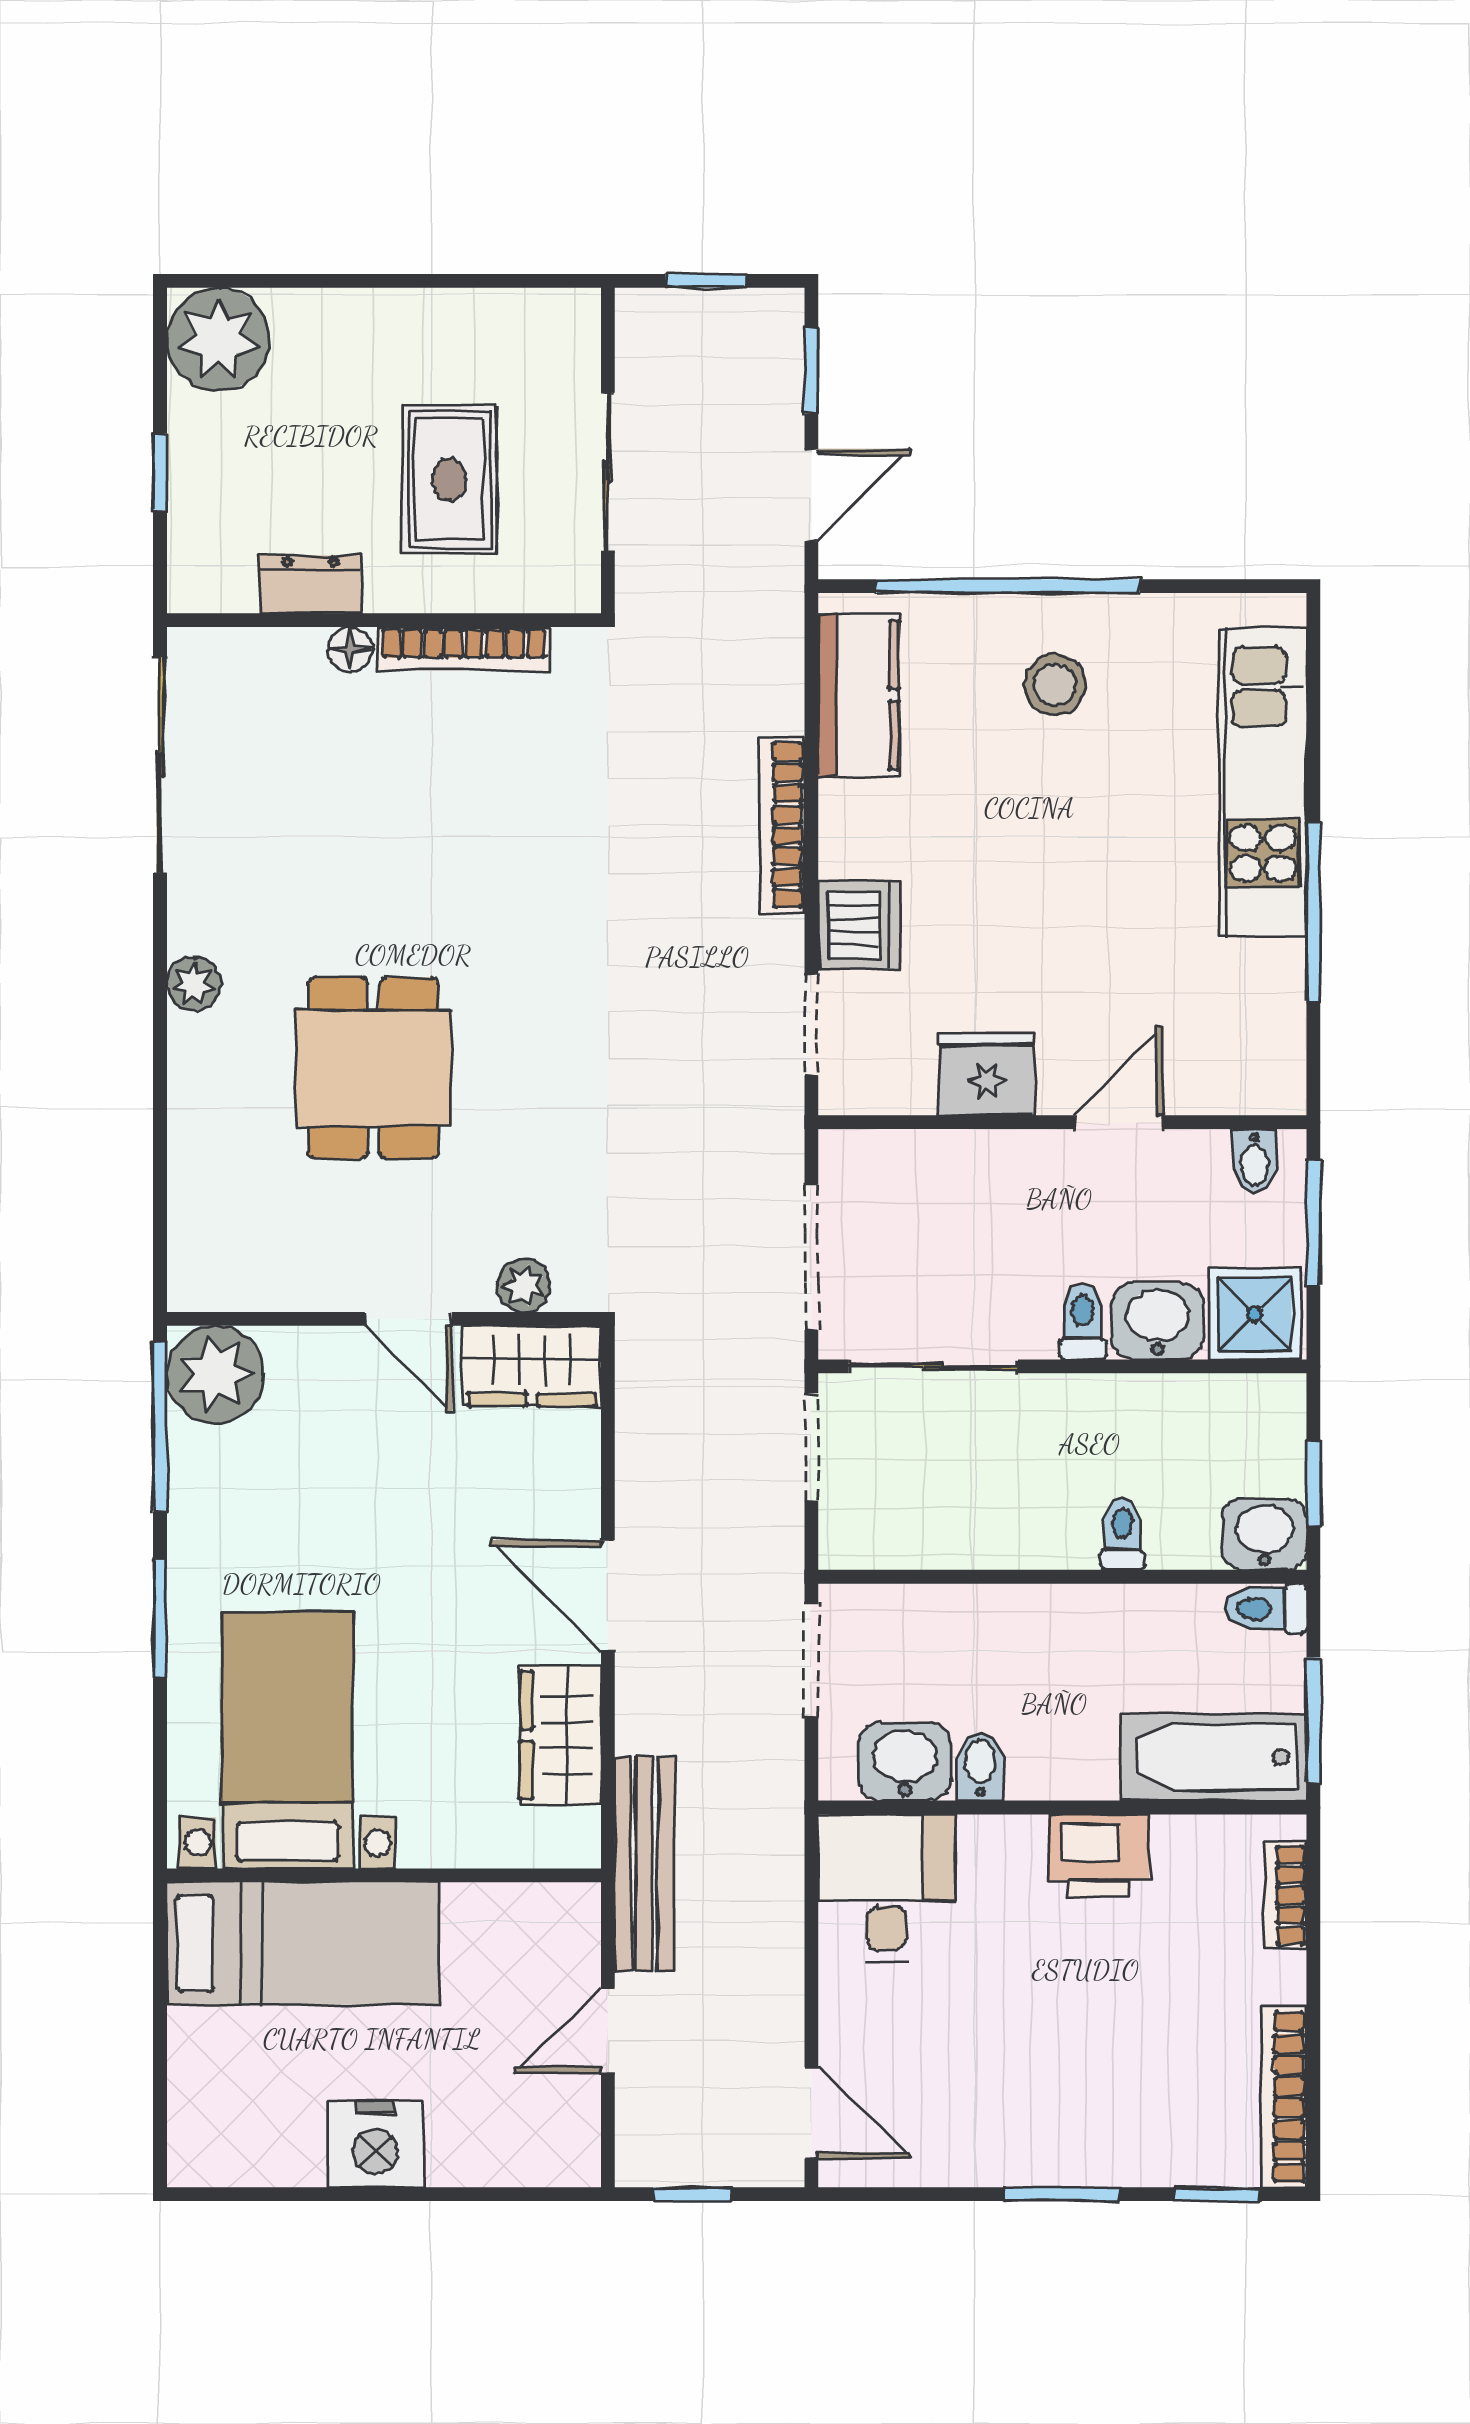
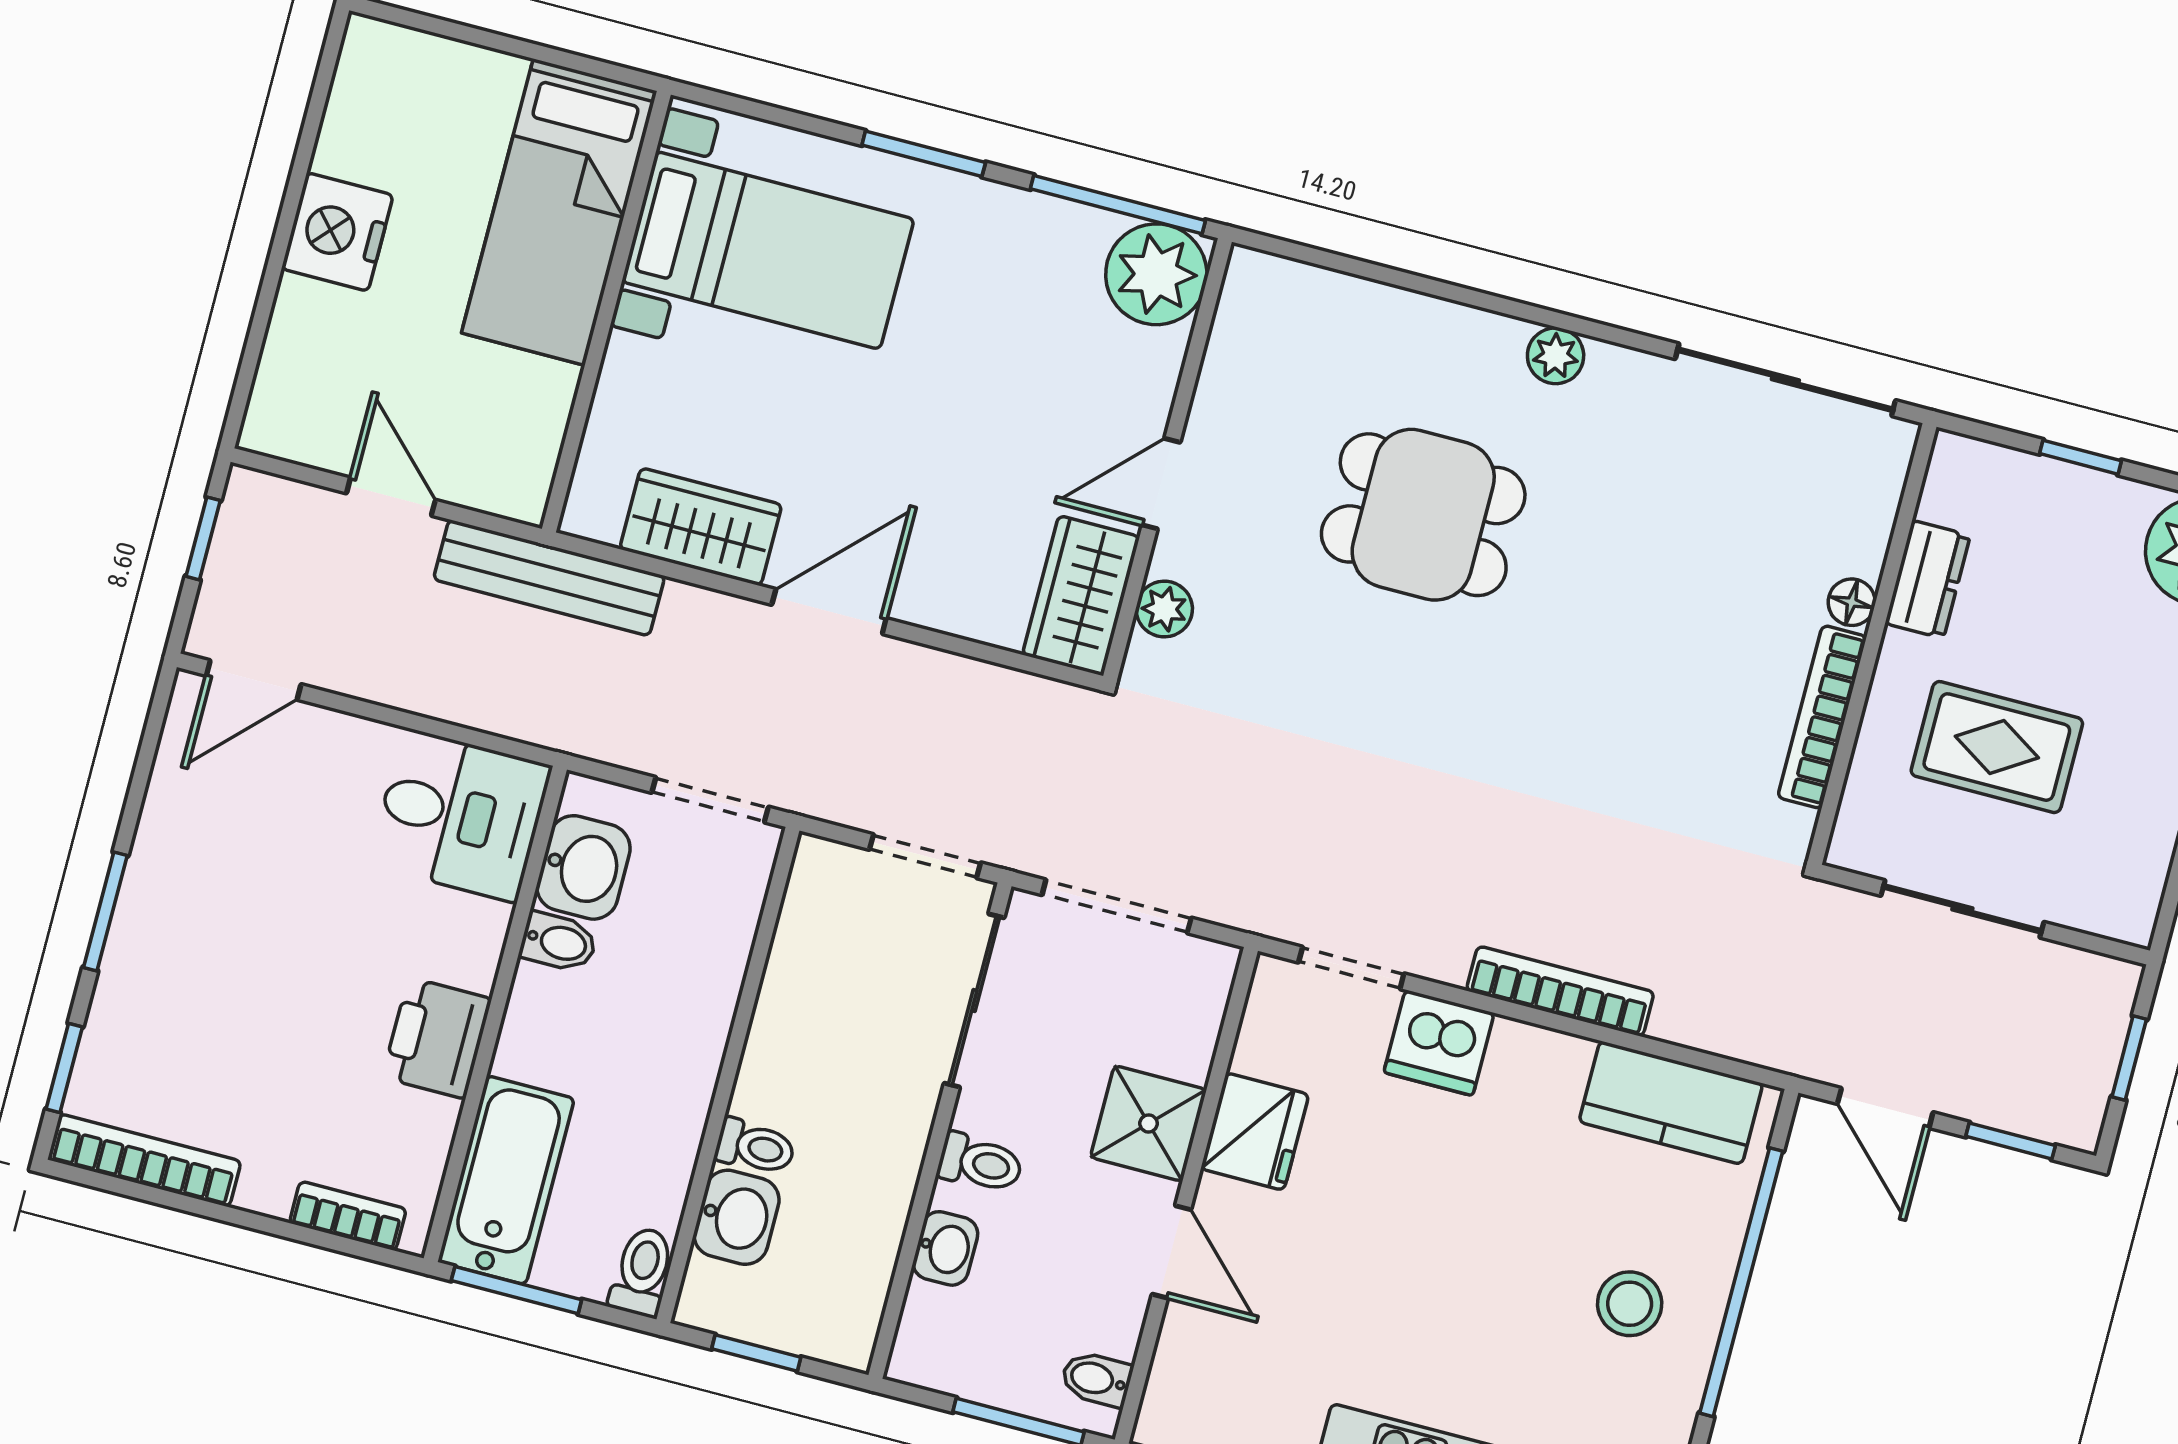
shower: (1255, 1314) -> (1149, 1123), moved
washbasin: (1158, 1321) -> (945, 1248), width x0.72, depth x0.69
washbasin: (1264, 1534) -> (737, 1217), moved

